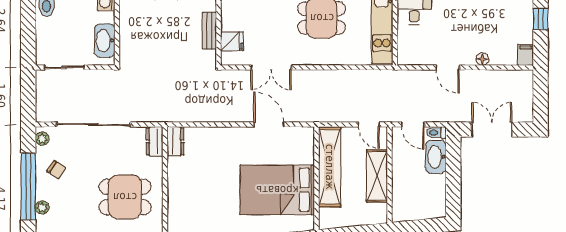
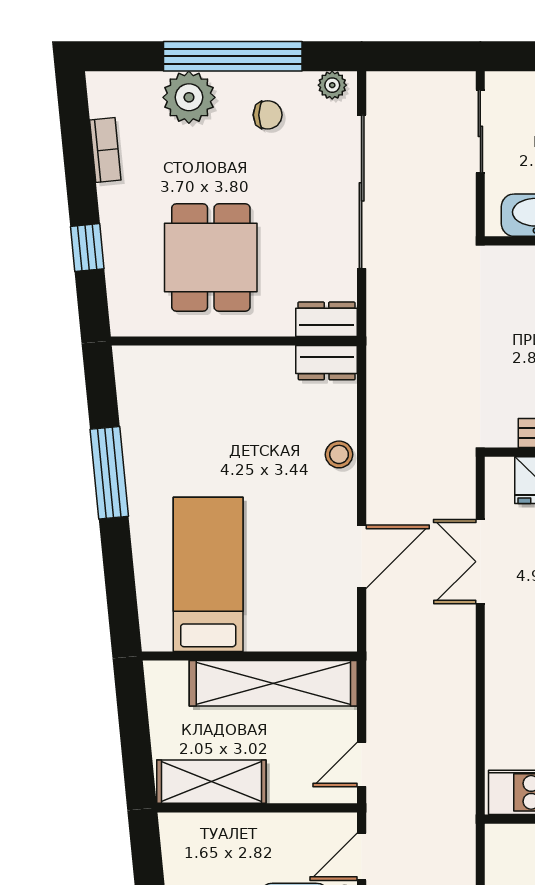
stool: (220, 135) -> (339, 454), added
chair: (56, 170) -> (268, 115), turned -123
shelving: (377, 176) -> (211, 782), moved
bed: (277, 190) -> (208, 574), width x0.67
plant: (42, 207) -> (189, 97), width x1.88, depth x1.88

